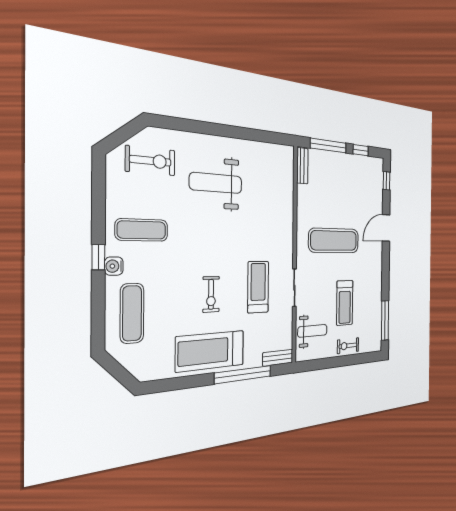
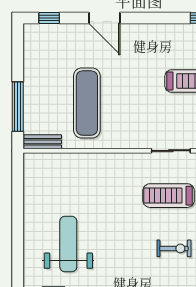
window: (361, 150) -> (18, 59), removed
weight bench: (216, 183) -> (68, 244), turned 180
exercise mat: (334, 241) -> (87, 103), moved

